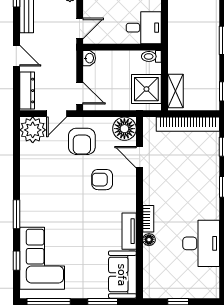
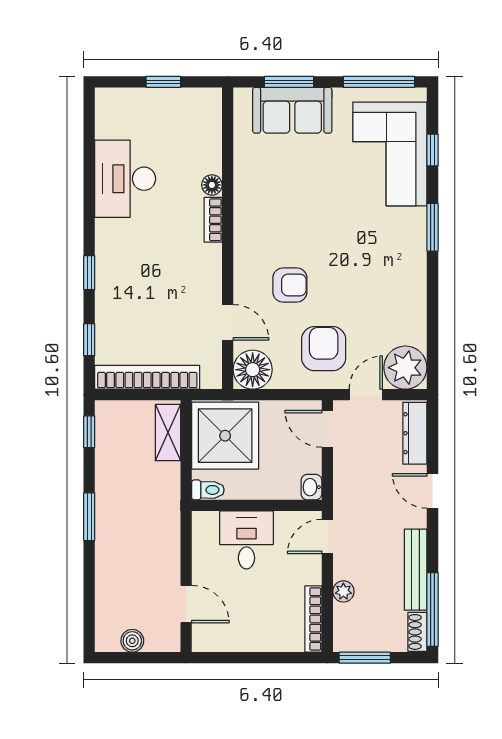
desk: (144, 28) -> (246, 540), moved, turned 90
shower: (146, 89) -> (225, 436), width x1.37, depth x1.37
tv unit: (129, 231) -> (245, 199), removed
sofa: (122, 275) -> (292, 110), moved, turned 90

